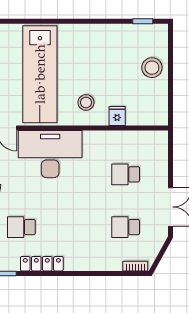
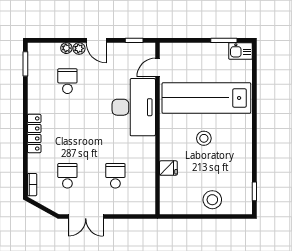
stool: (86, 103) -> (204, 138), moved
locker: (42, 264) -> (34, 133), moved

